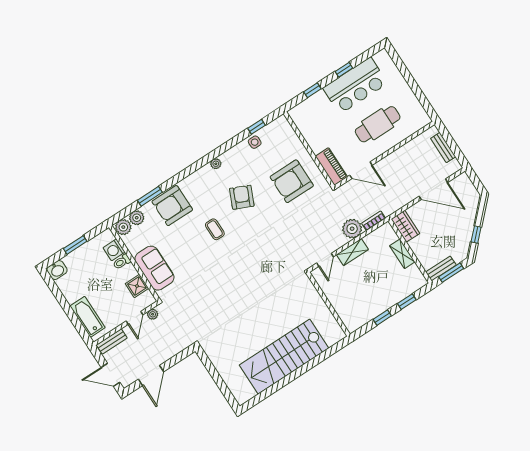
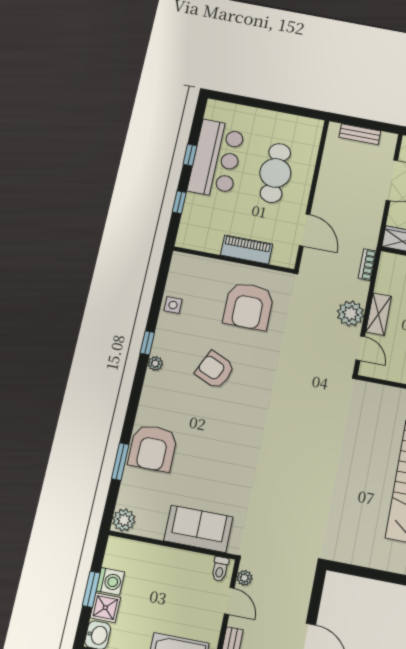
window: (256, 127) -> (147, 343), moved
piano: (331, 166) -> (247, 250), moved
door: (361, 170) -> (305, 230), hinge flipped
plant: (137, 218) -> (128, 497), removed
coffee table: (215, 229) -> (220, 428), removed
plant: (352, 229) -> (351, 314), moved
washing machine: (114, 250) -> (110, 581), moved, turned -90
toilet: (122, 262) -> (220, 569), moved
shower: (137, 286) -> (105, 608), moved

